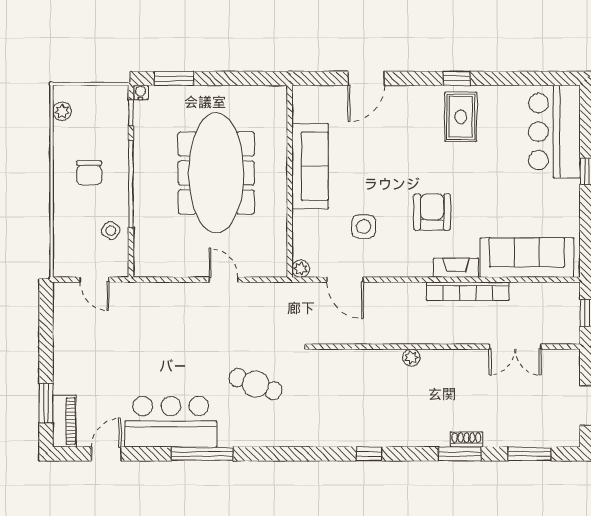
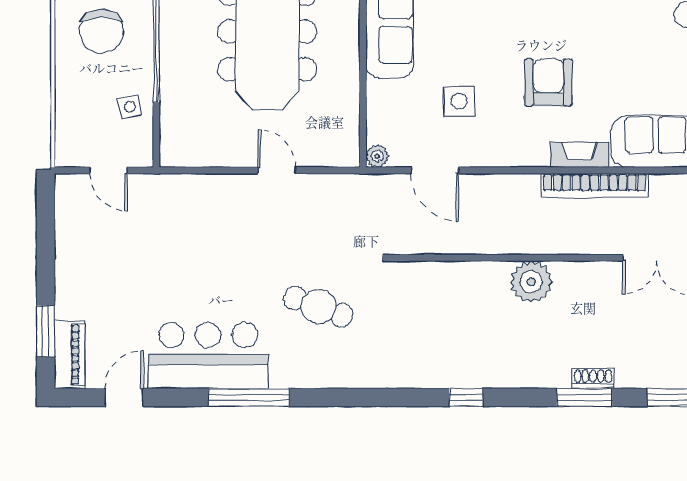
chair: (89, 173) -> (102, 31), width x1.37, depth x1.37
side table: (111, 231) -> (130, 107), turned 45
plant: (411, 358) -> (531, 282), width x1.88, depth x1.88

